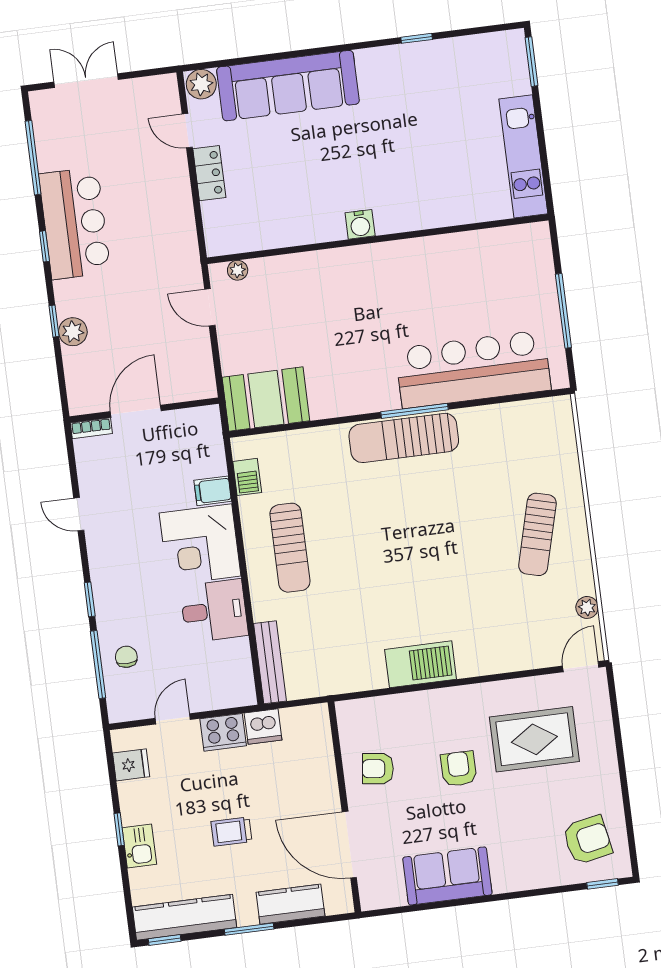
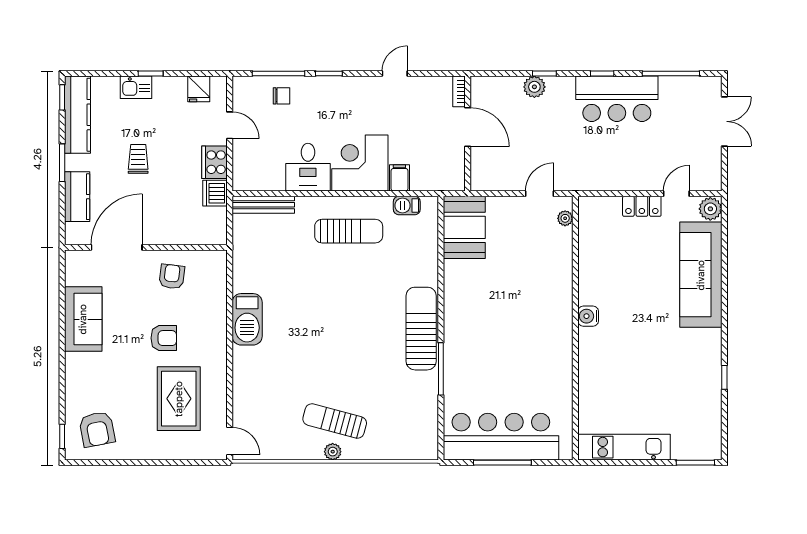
bar counter: (473, 369) -> (501, 437), moved, turned -90
window: (414, 411) -> (441, 369), moved
sun lounger: (290, 548) -> (349, 231), turned 180
plant: (587, 607) -> (333, 452), moved

